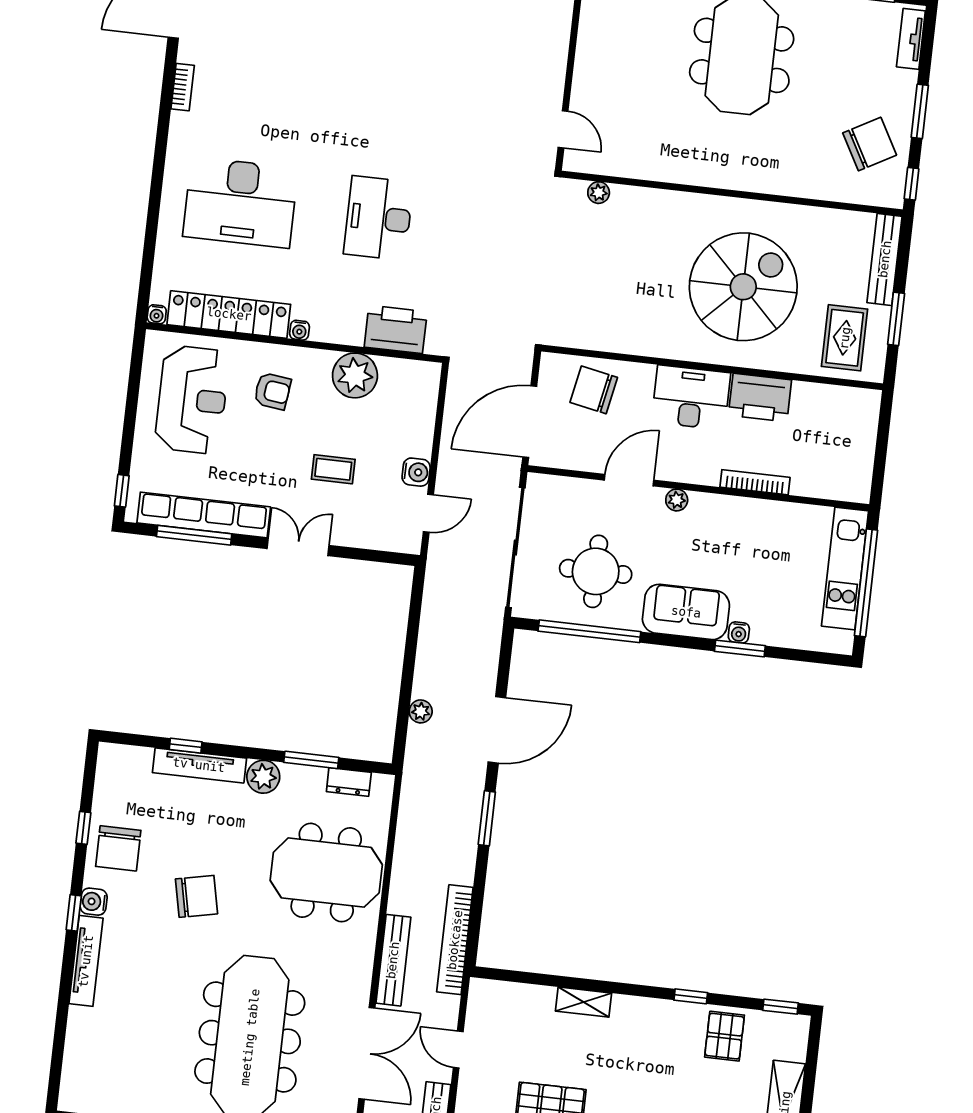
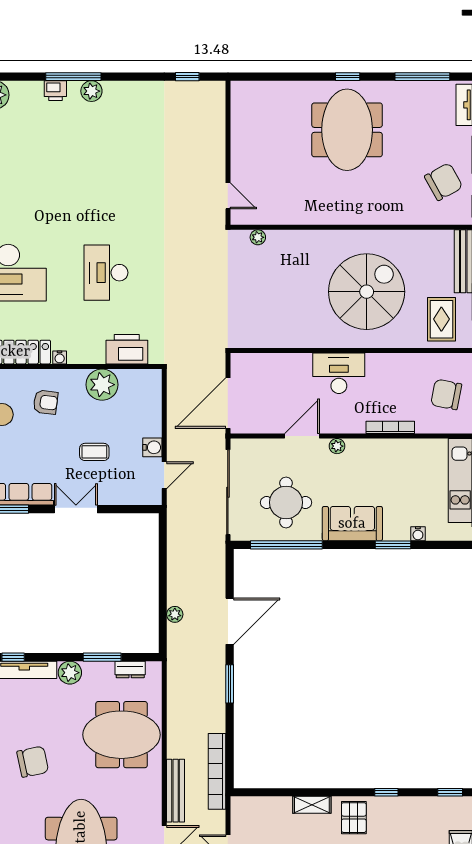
chair: (594, 390) -> (446, 394), moved
printer: (760, 398) -> (387, 368), removed
water cooler: (739, 633) -> (418, 534), moved
pallet: (725, 1036) -> (354, 818), moved

